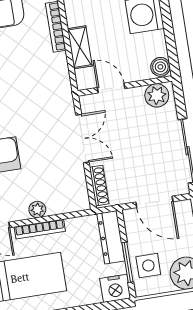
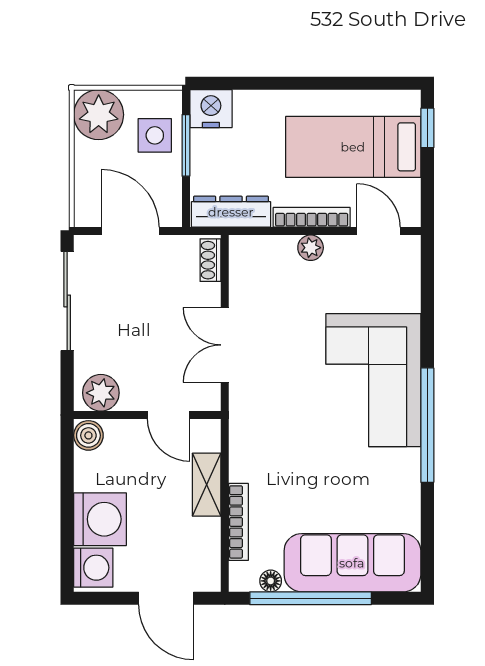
shoe rack: (99, 186) -> (210, 260), width x0.70
dresser: (111, 237) -> (231, 212), moved, turned -90

